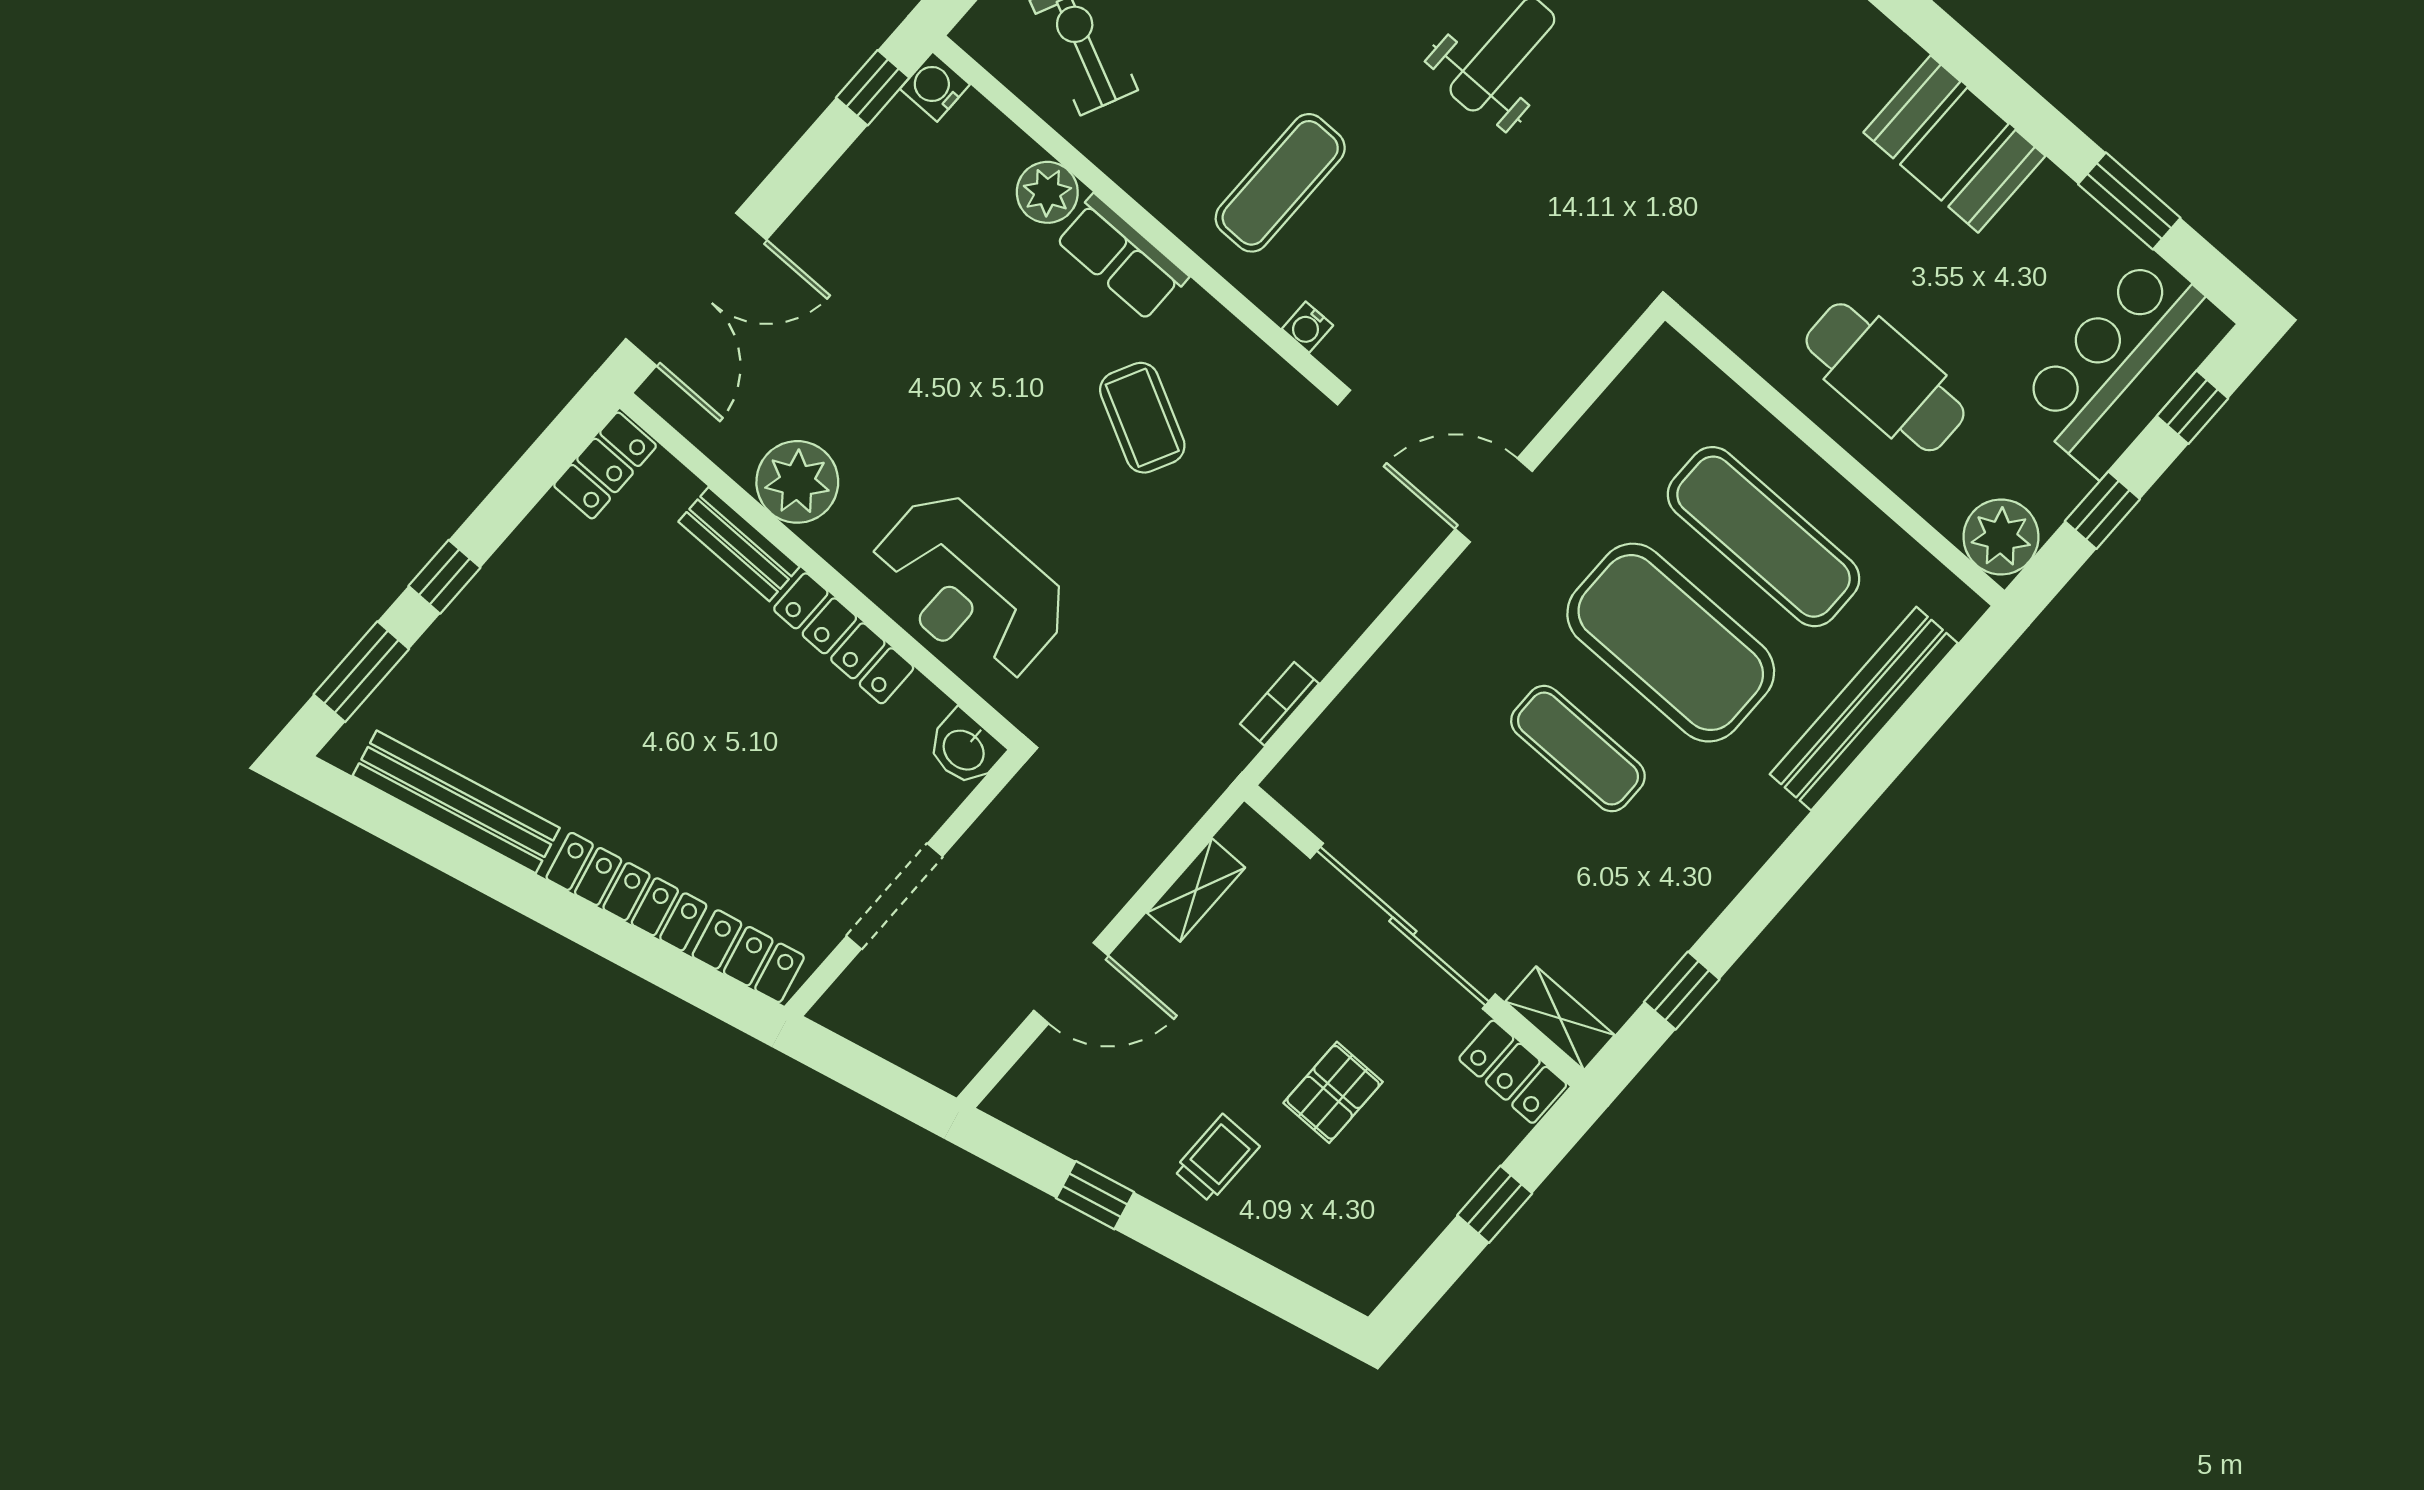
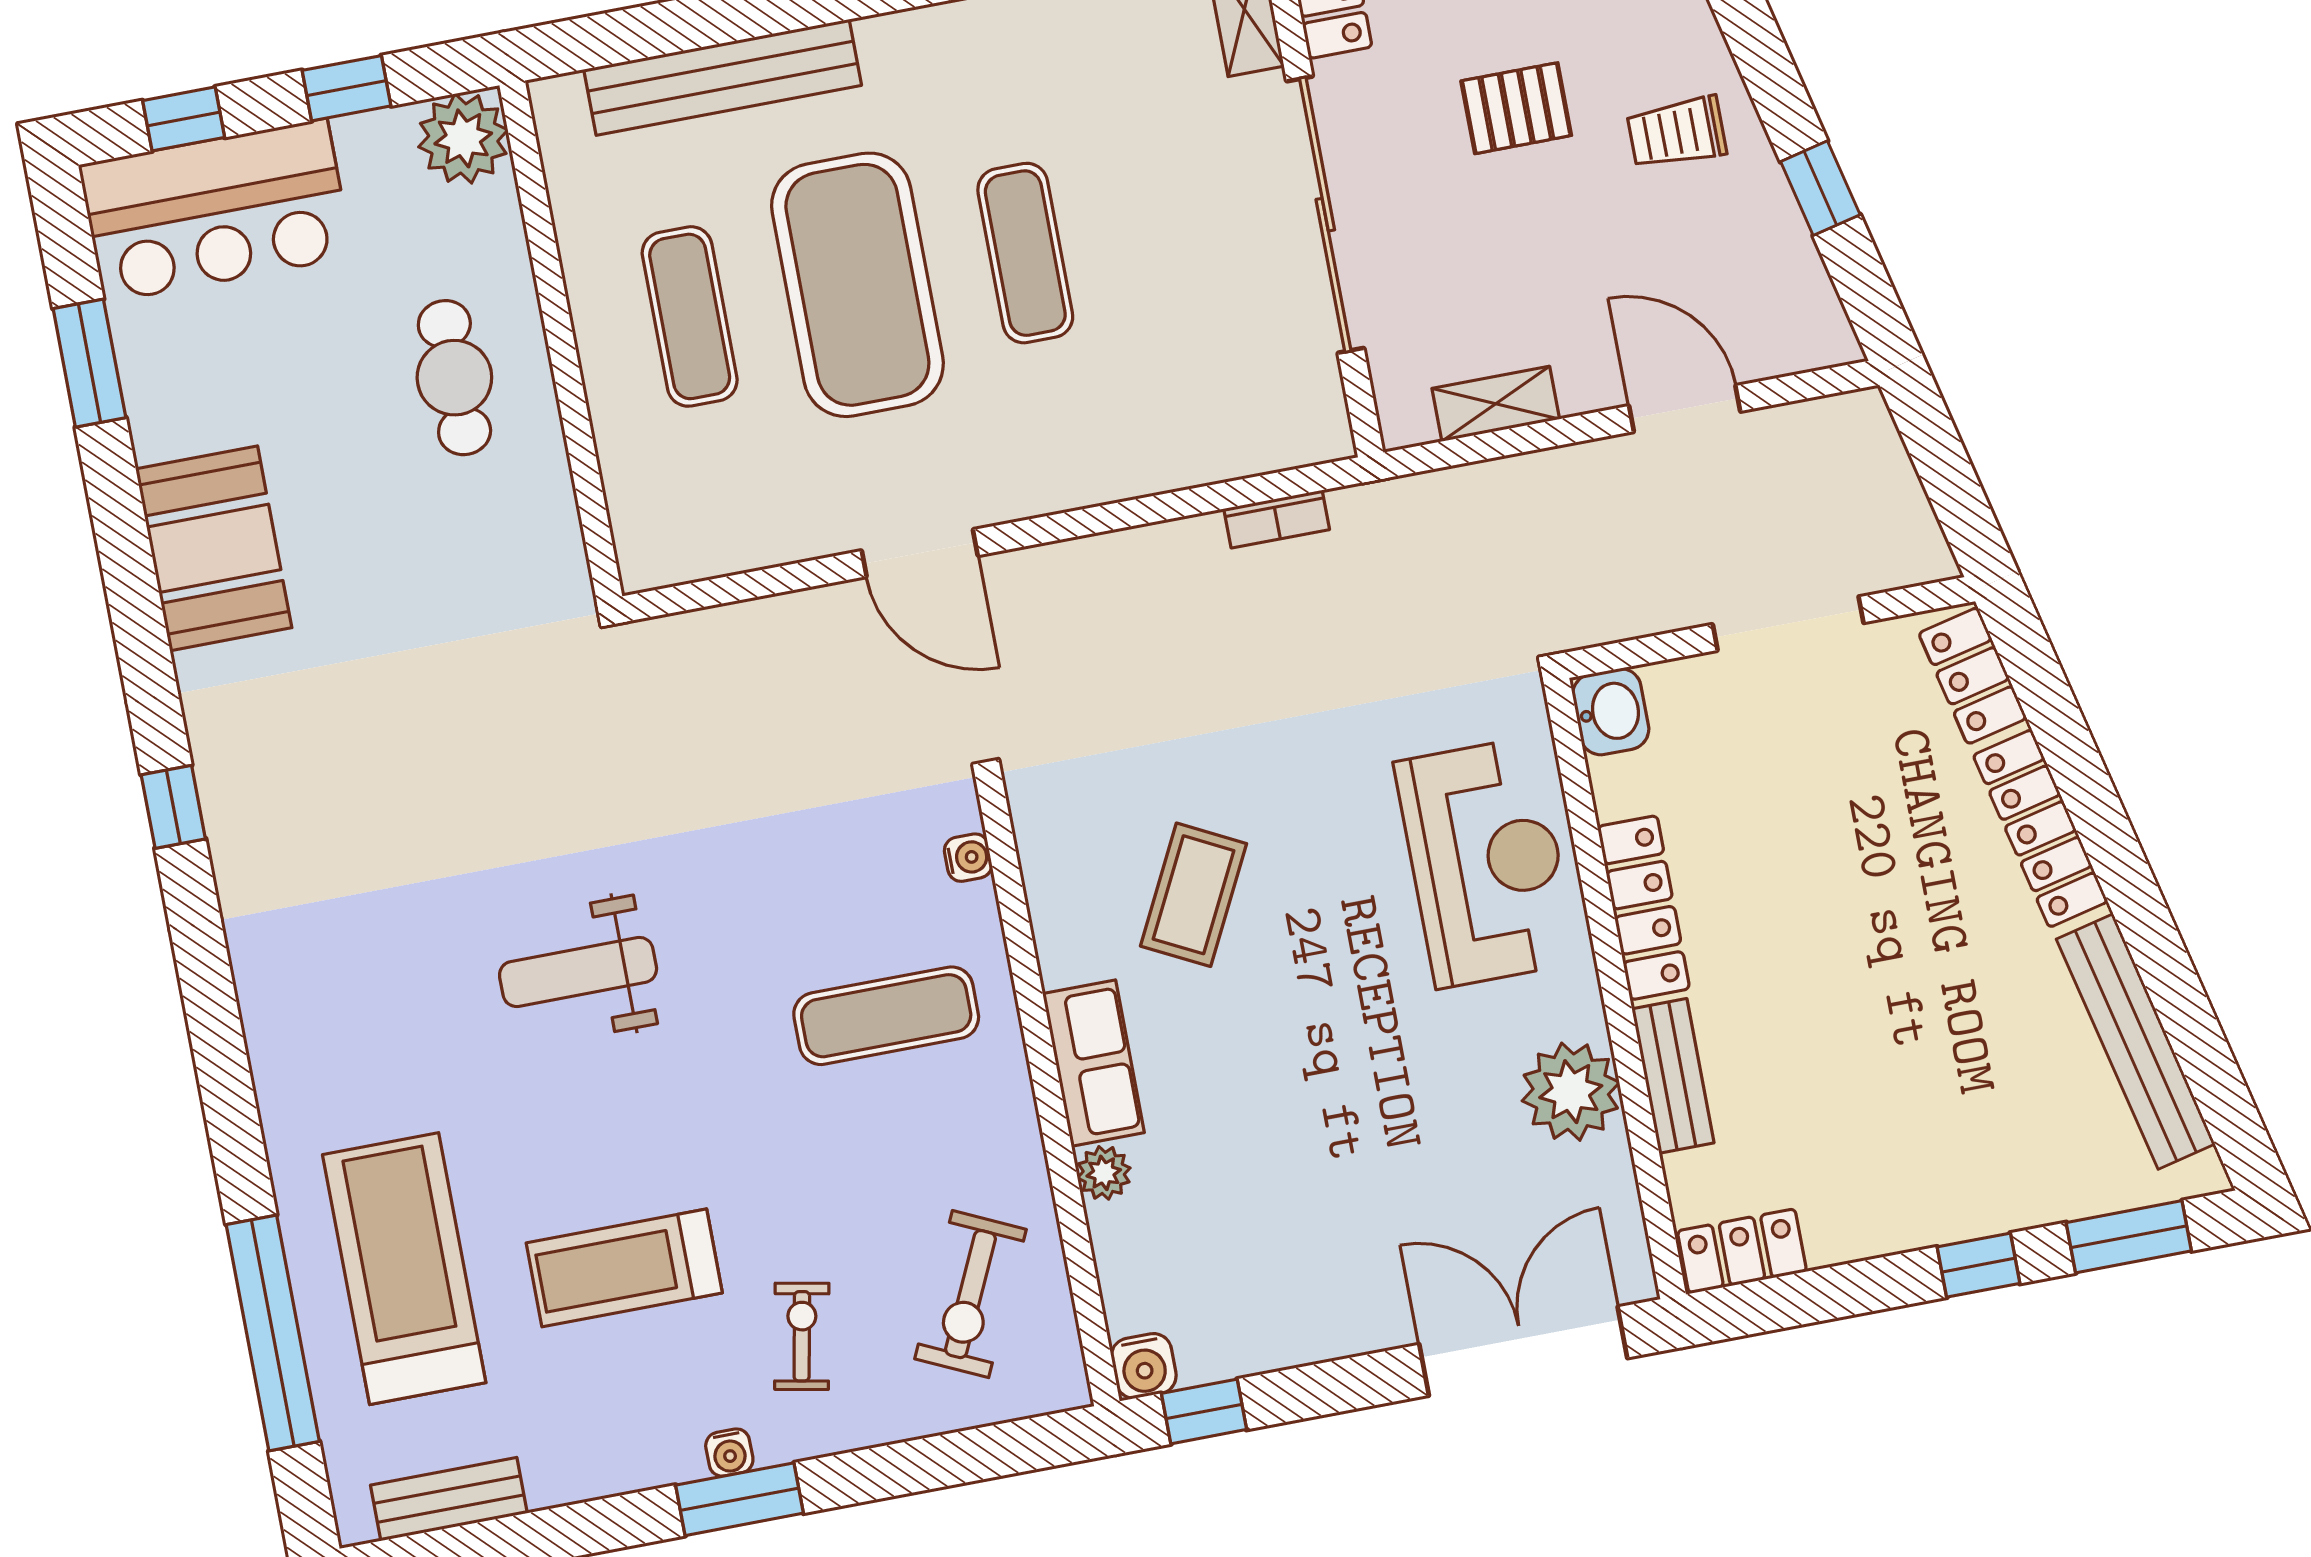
plant: (1047, 192) -> (1104, 1173), width x0.73, depth x0.73
cafe table: (1885, 377) -> (454, 378), width x0.73, depth x0.74
exercise mat: (1763, 537) -> (690, 316), width x0.73, depth x0.69

